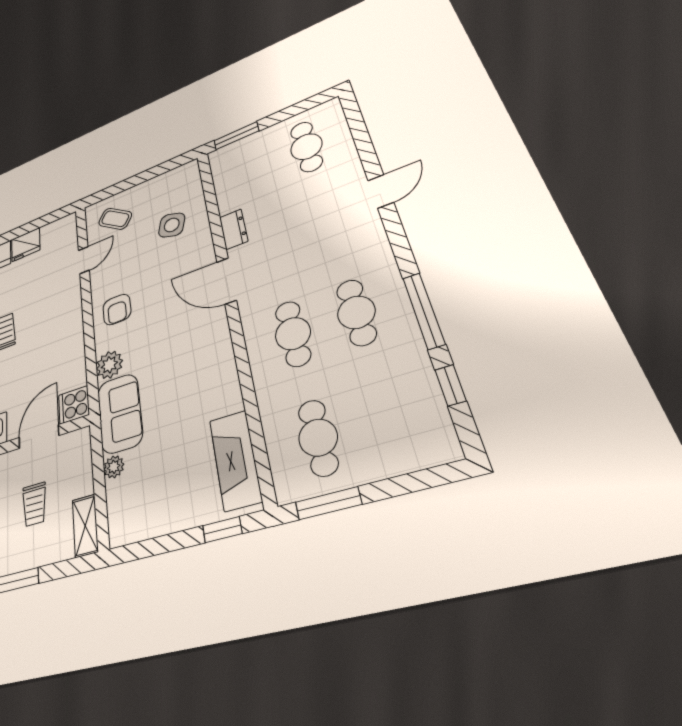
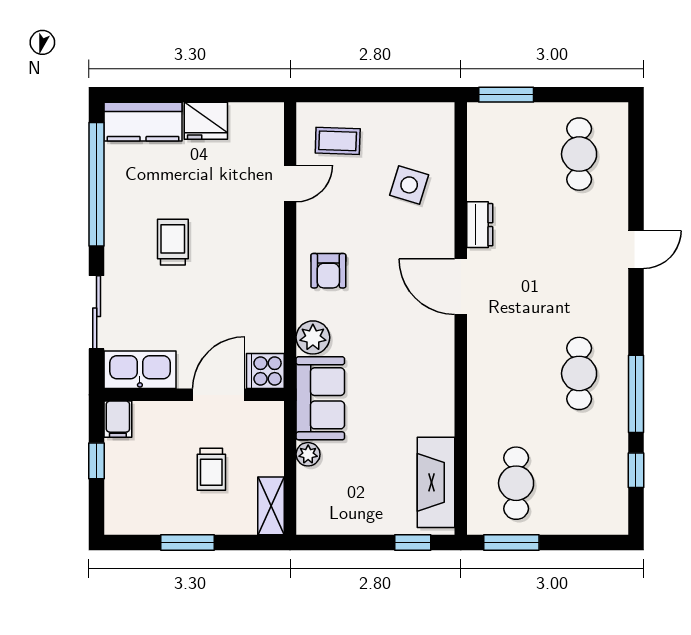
coffee table: (115, 219) -> (338, 141), turned -33
cafe table: (293, 334) -> (516, 373), removed

